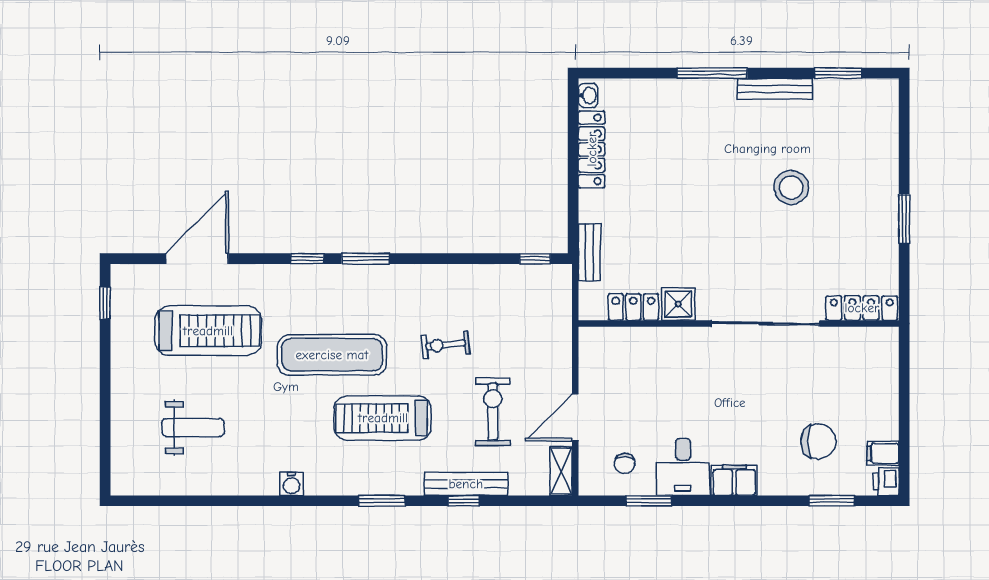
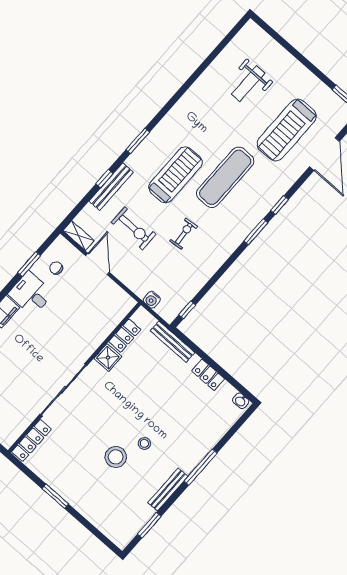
locker: (592, 149) -> (208, 375), width x0.66
stool: (744, 167) -> (144, 443), added
bench: (589, 253) -> (173, 342), width x1.36
water cooler: (292, 484) -> (152, 300), moved, turned -90

